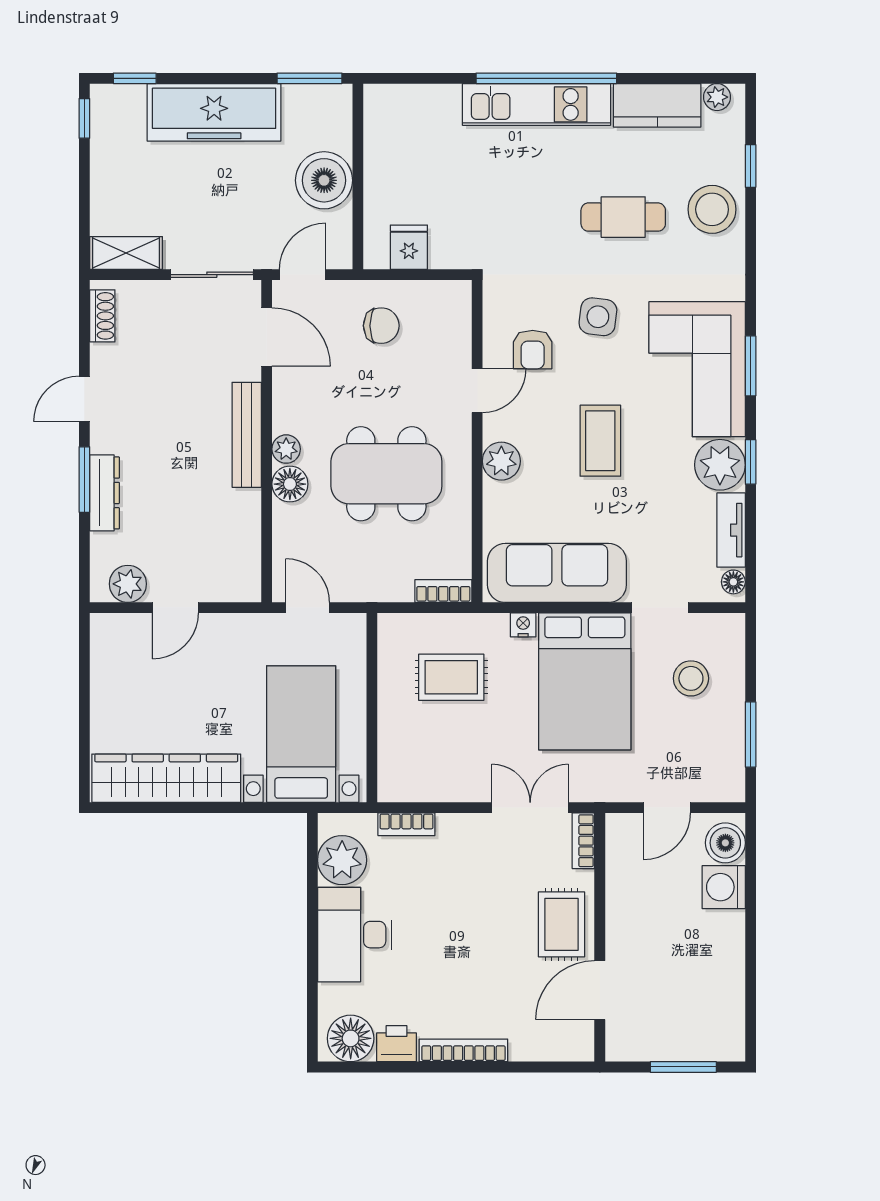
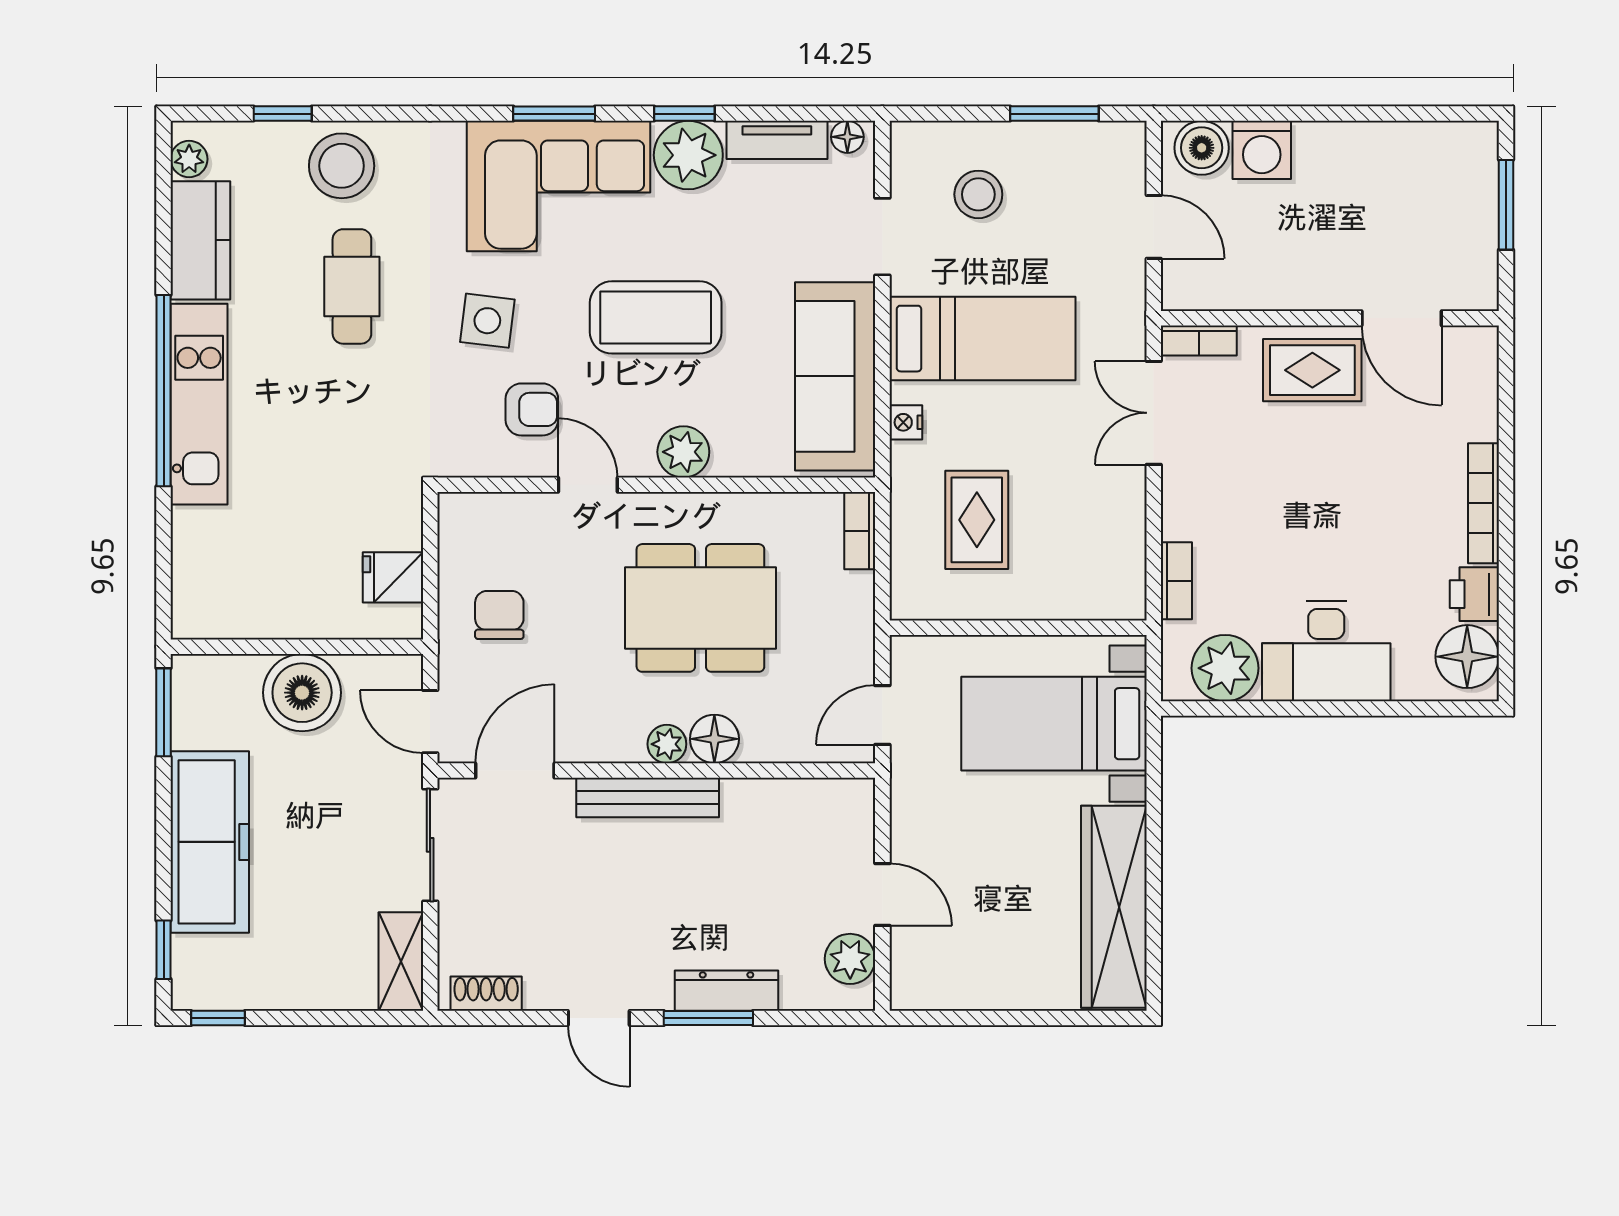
coffee table: (600, 441) -> (656, 317), width x1.36, depth x1.32
dining table: (386, 474) -> (700, 608), turned 90
bed: (585, 681) -> (982, 339), width x0.67

